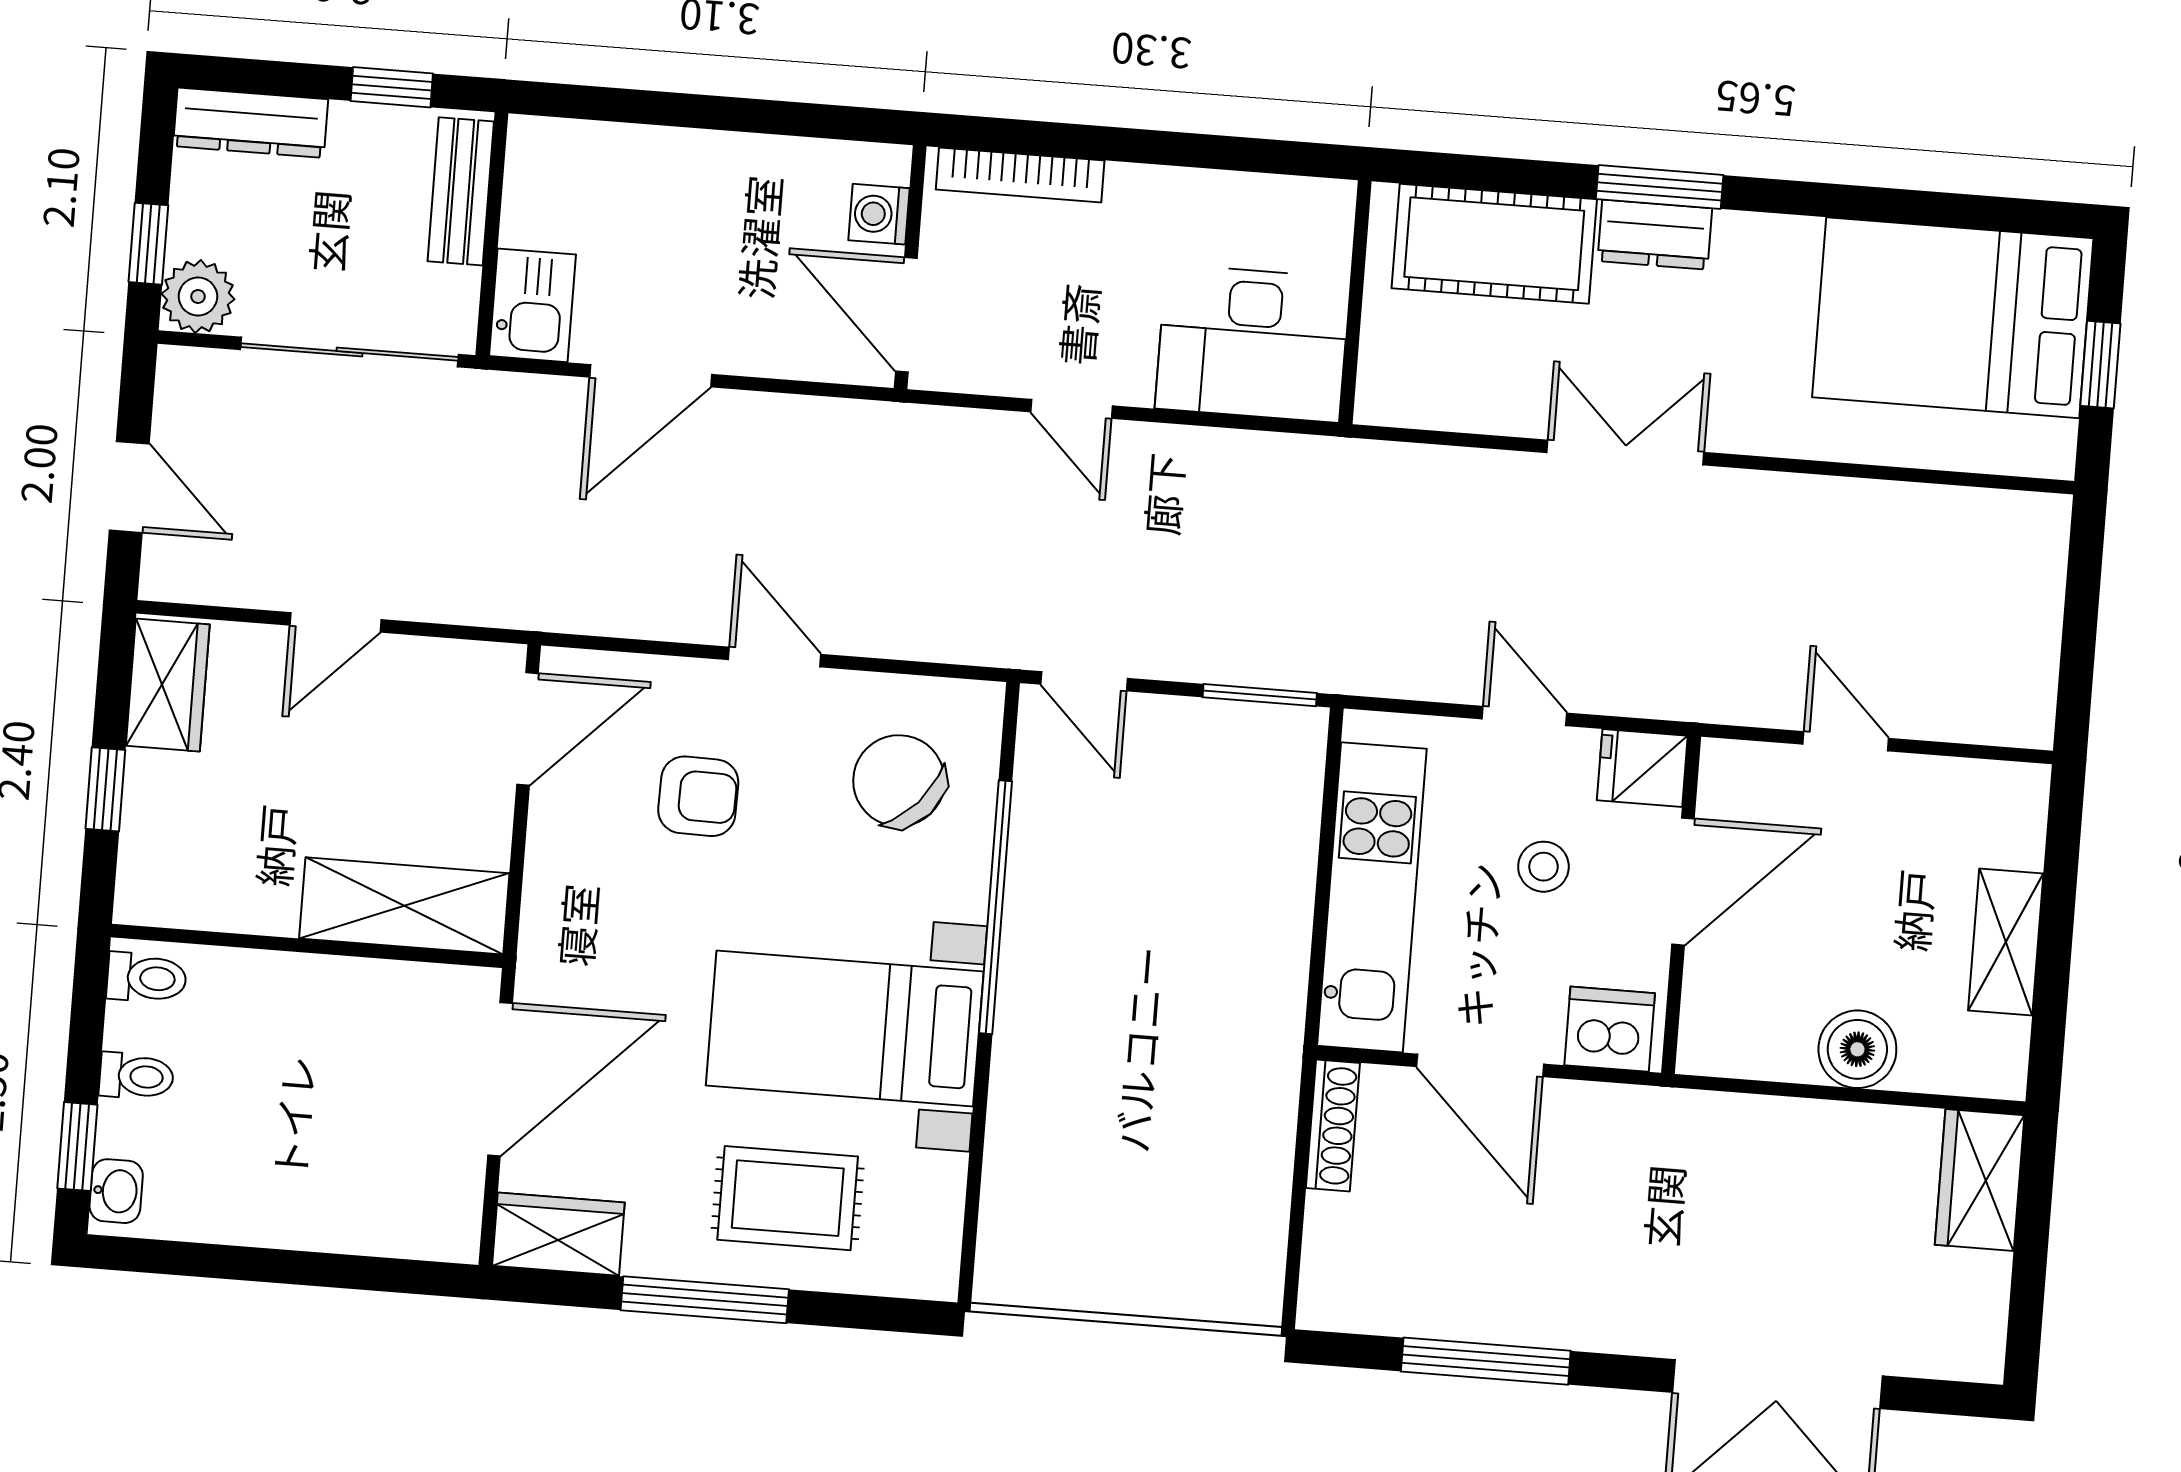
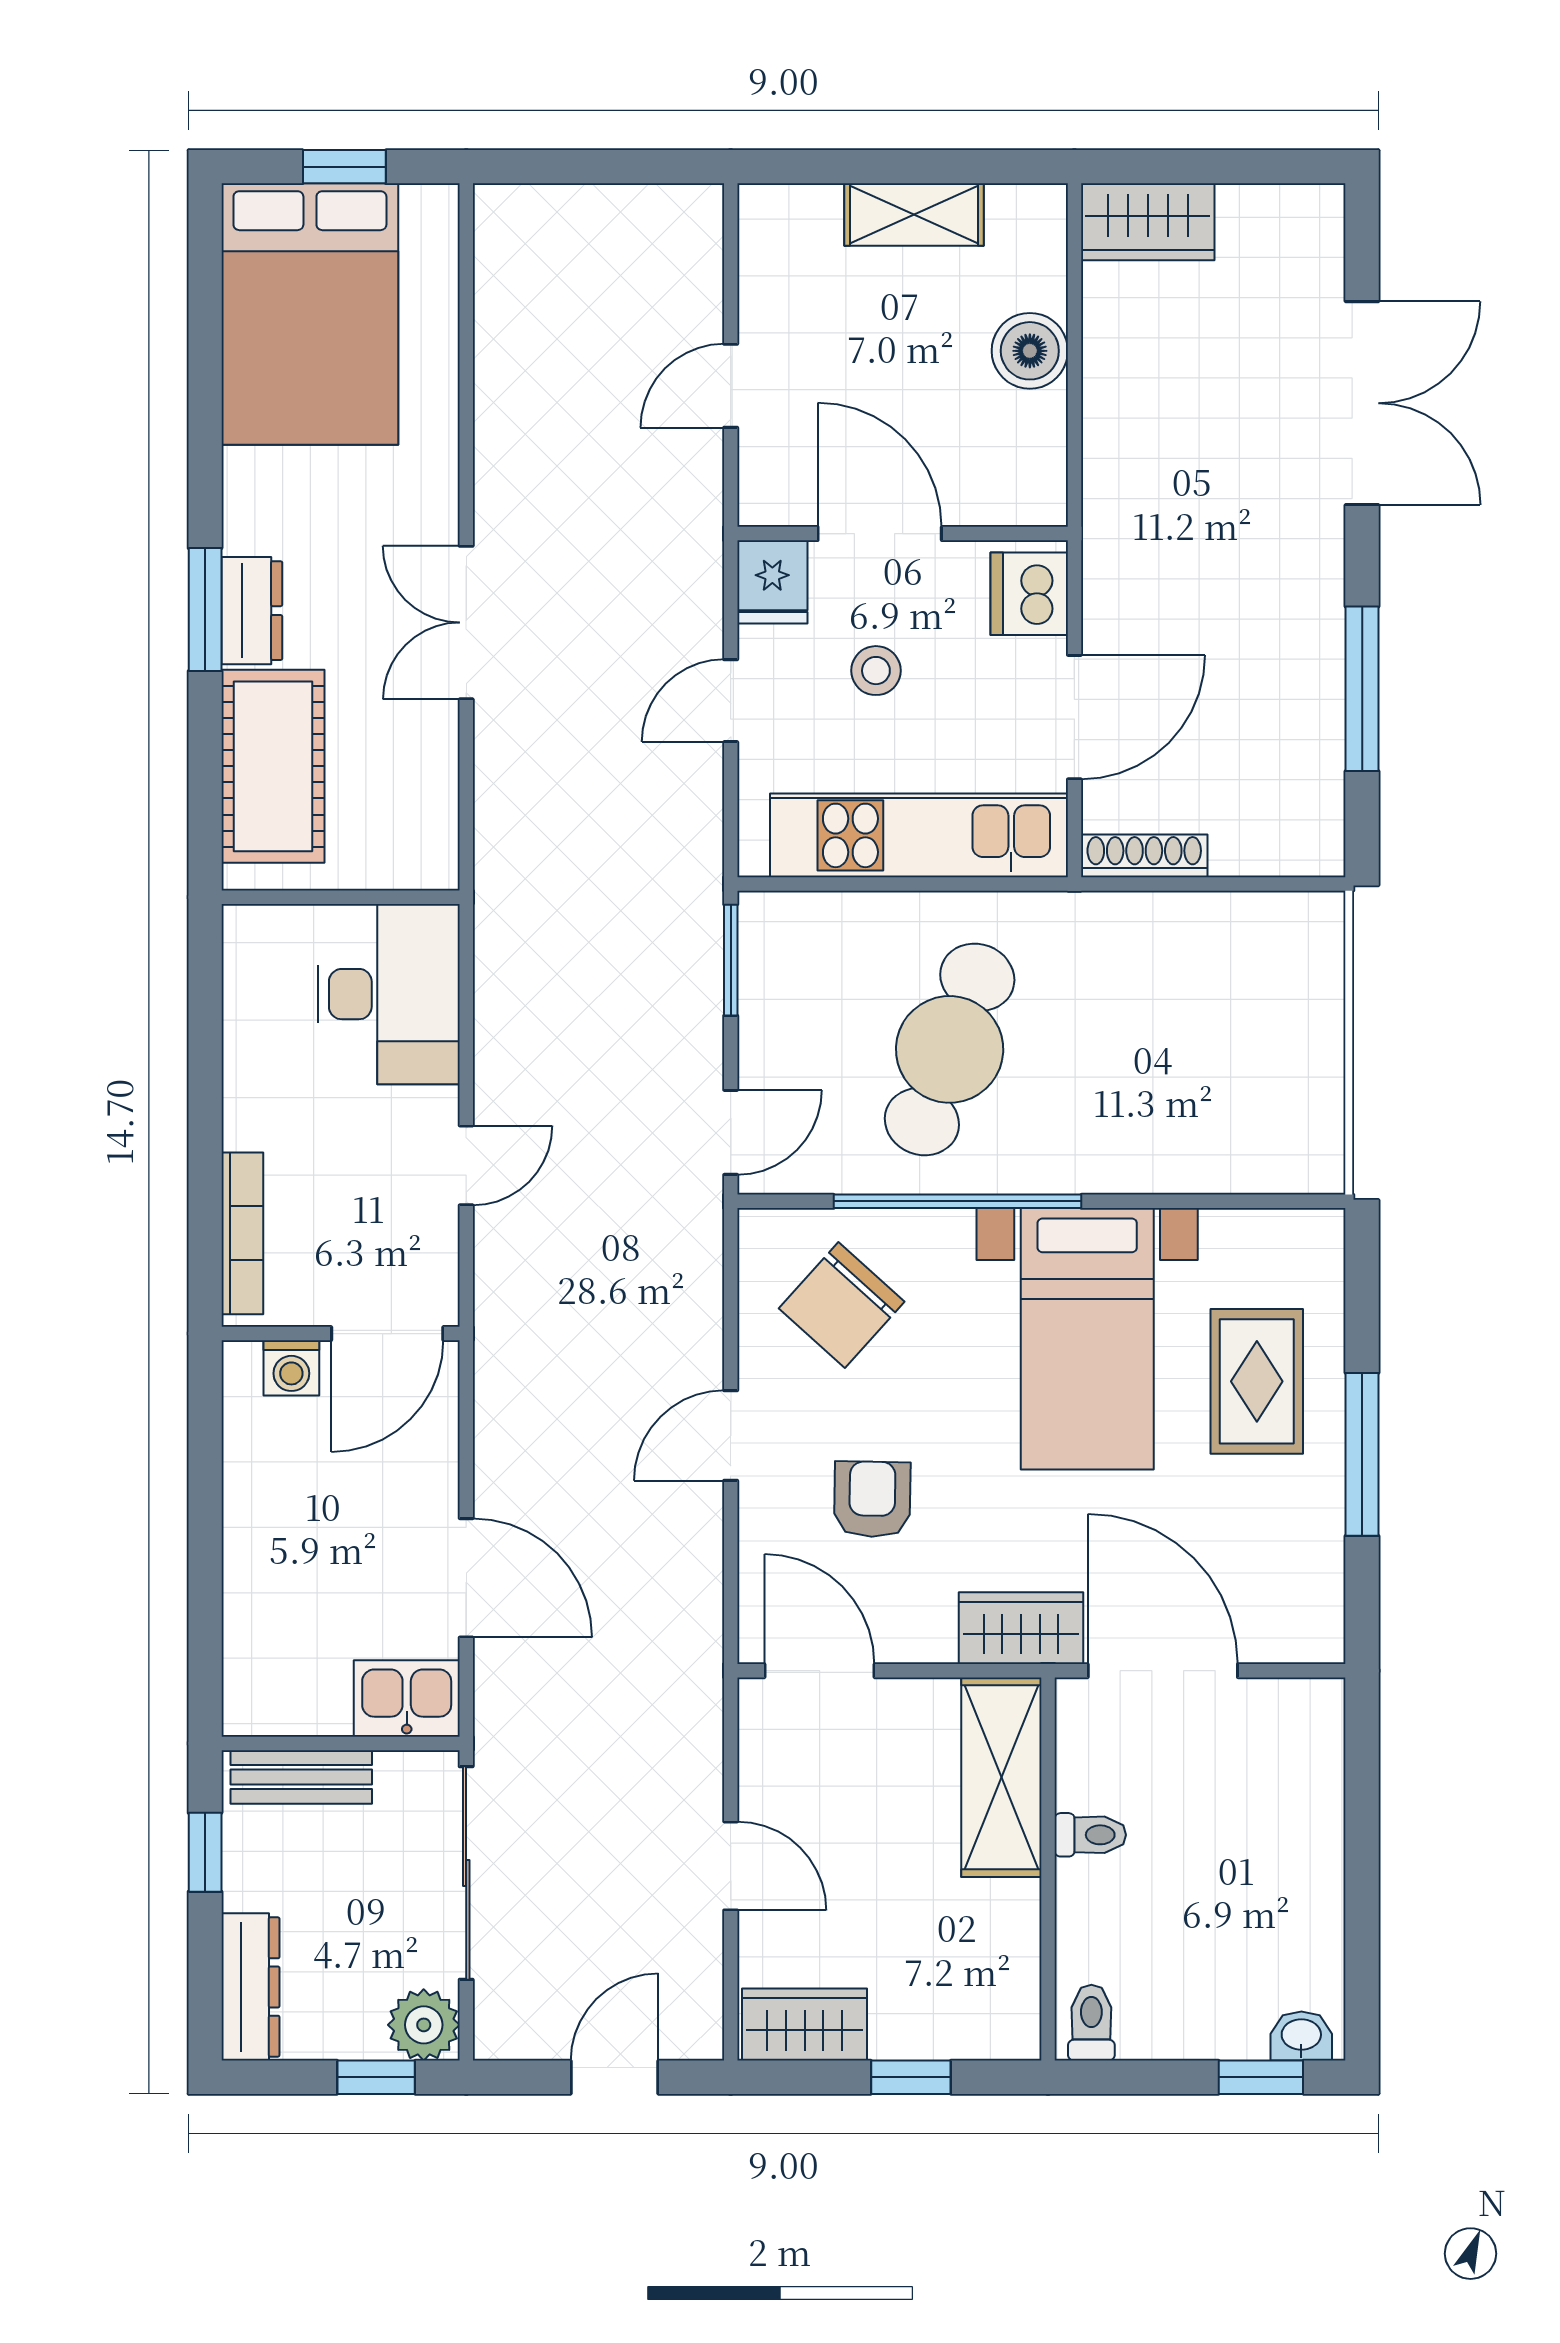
cafe table: (1151, 911) -> (950, 1049), added
toilet: (136, 1076) -> (1090, 1835), moved, turned 90
wardrobe: (558, 1234) -> (1021, 1628), moved, turned 90

